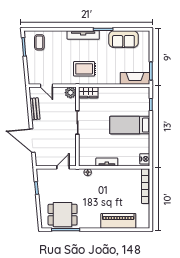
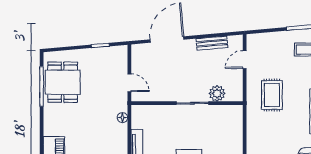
rug: (84, 69) -> (272, 95), moved
wardrobe: (88, 92) -> (235, 119), removed
plant: (70, 93) -> (217, 93), moved

